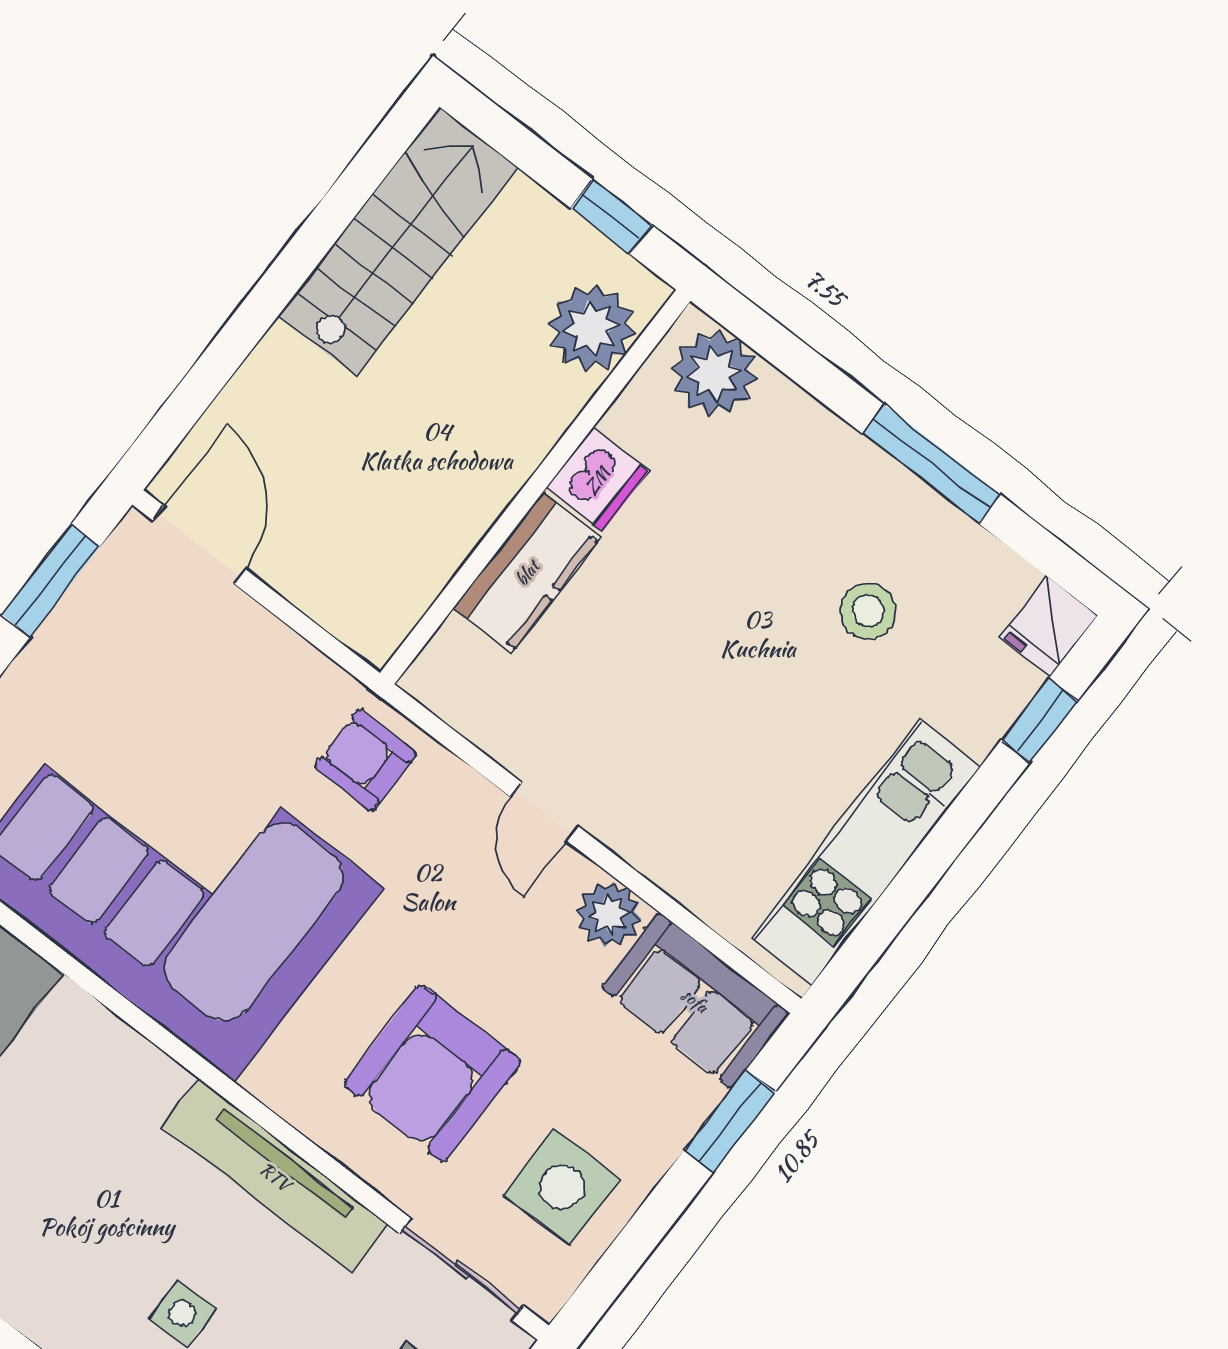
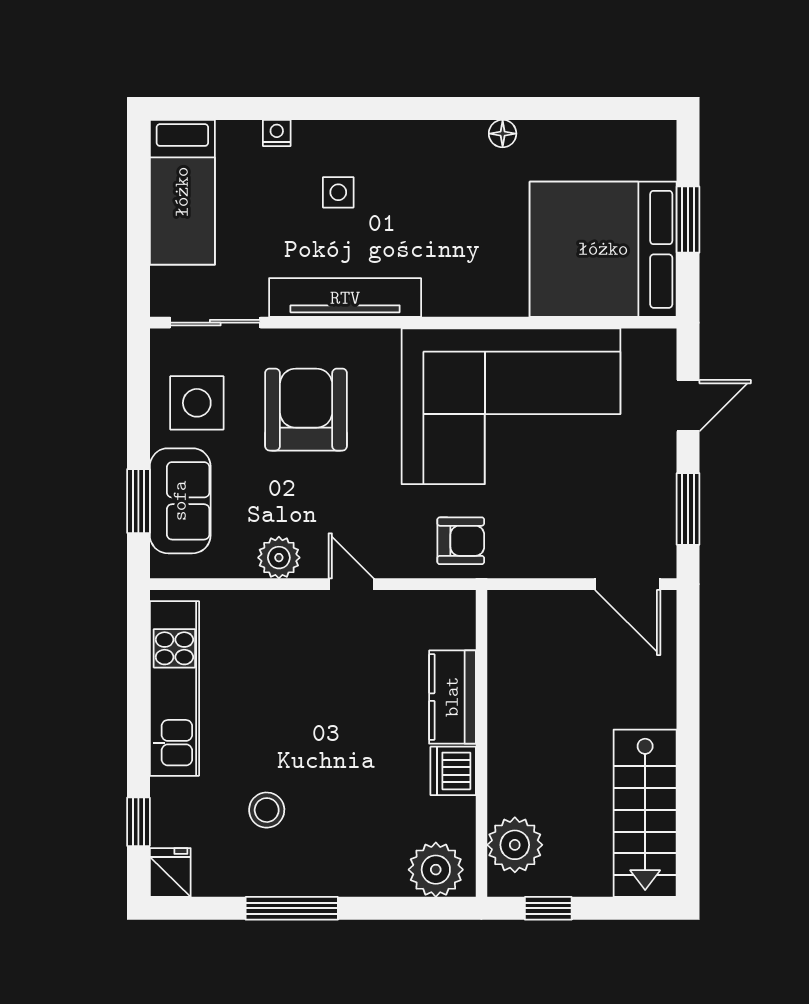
sofa: (695, 1000) -> (180, 501), moved, turned 90

